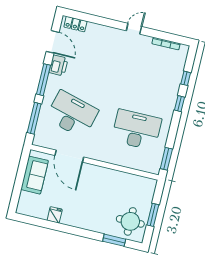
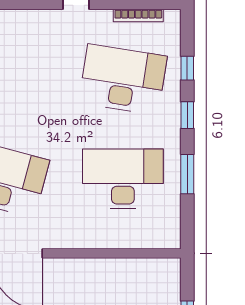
desk: (149, 76) -> (123, 79), added
window: (166, 159) -> (187, 174), moved

